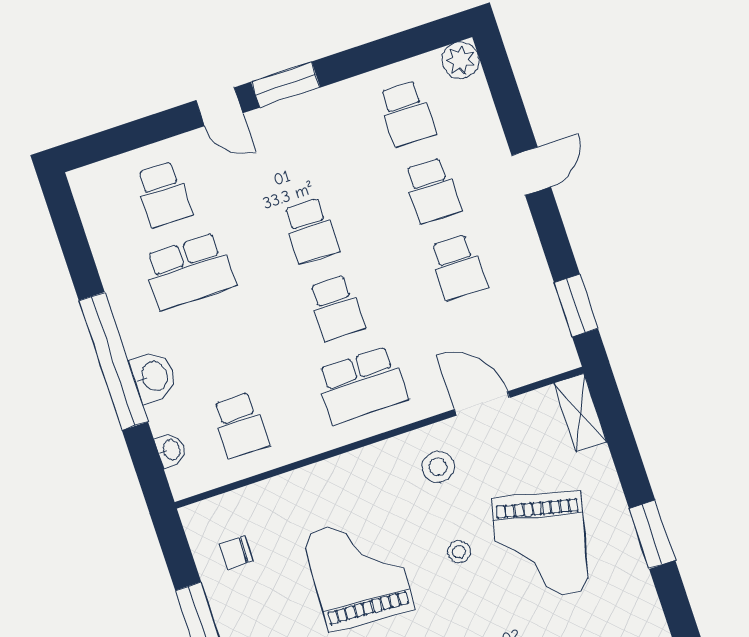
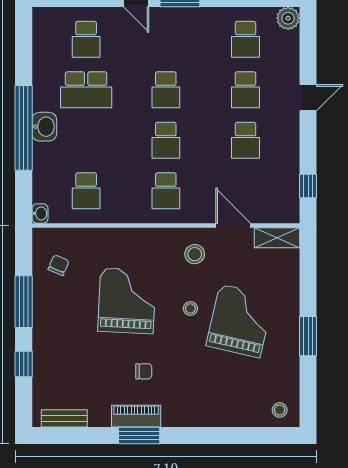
window: (576, 305) -> (308, 186), width x0.67
washbasin: (153, 376) -> (44, 127), moved
school desk: (362, 385) -> (166, 191), width x0.54
shelving: (580, 413) -> (277, 238), moved, turned 90
washbasin: (171, 450) -> (40, 213), moved
grand piano: (541, 545) -> (240, 321), turned 180
chair: (236, 553) -> (59, 265), turned 113

